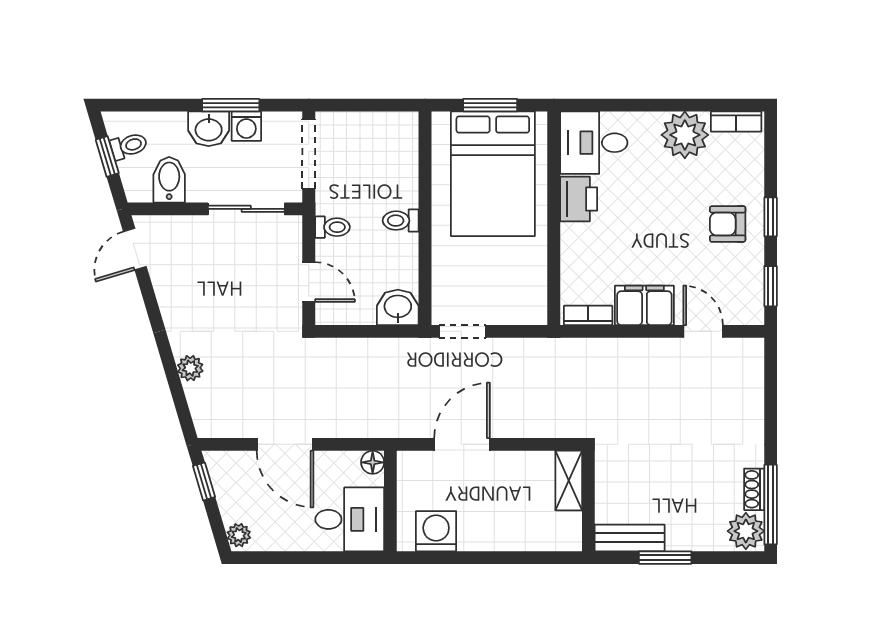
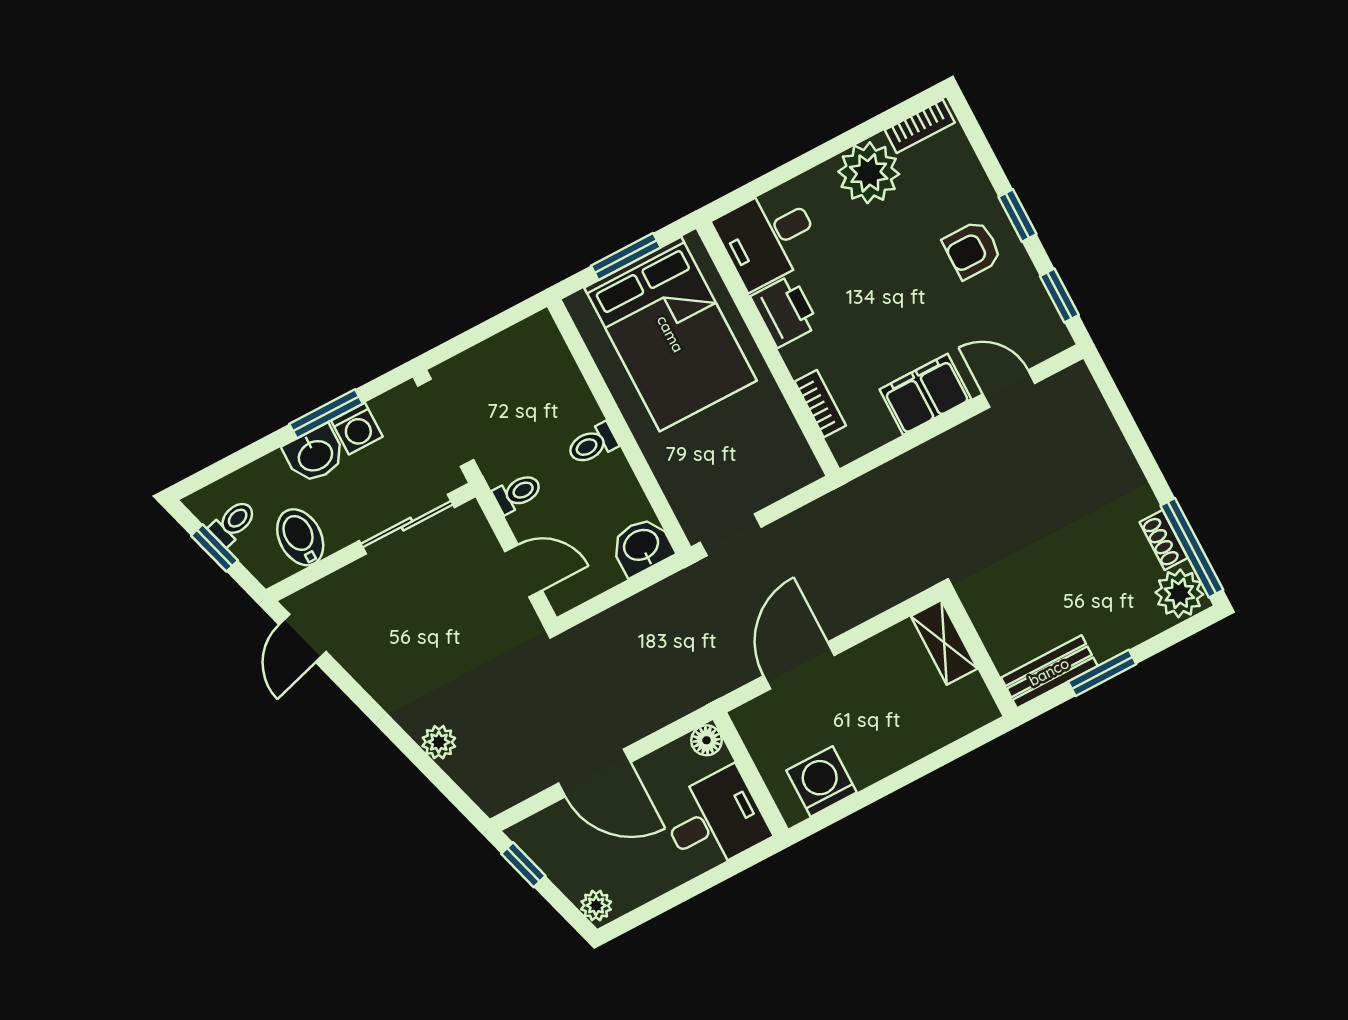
bookcase: (588, 315) -> (820, 404), moved, turned 90

